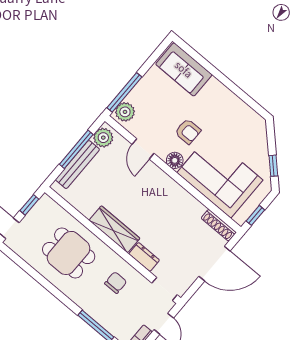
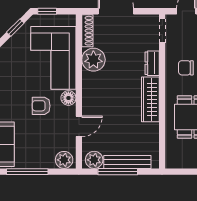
window: (124, 92) -> (27, 172), moved
armchair: (188, 131) -> (41, 106), turned -90
window: (29, 205) -> (183, 172), removed
plant: (189, 209) -> (93, 60), added
window: (255, 215) -> (47, 11), moved

